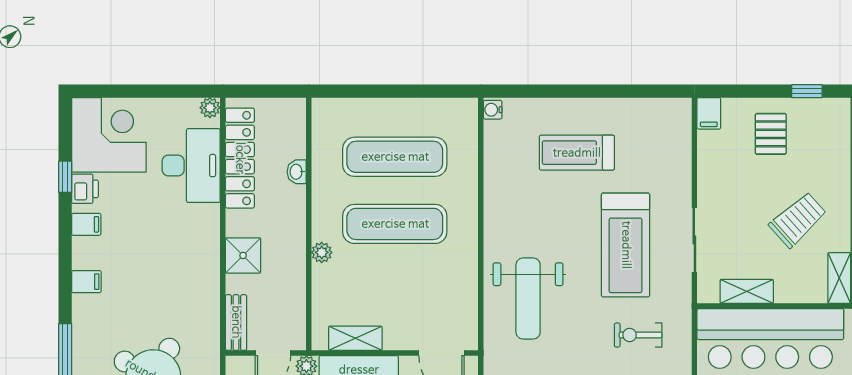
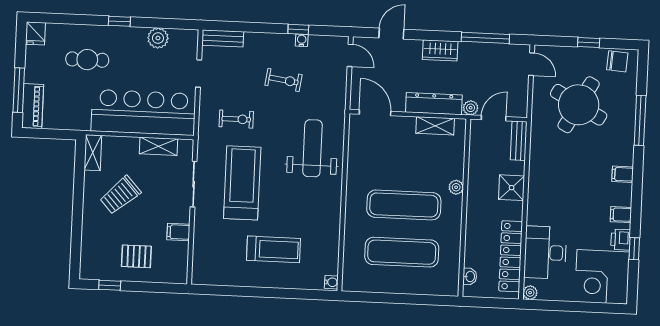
filing cabinet: (709, 113) -> (178, 232), moved, turned -90
pallet: (771, 134) -> (136, 256), turned 90
washbasin: (297, 172) -> (470, 276), moved

